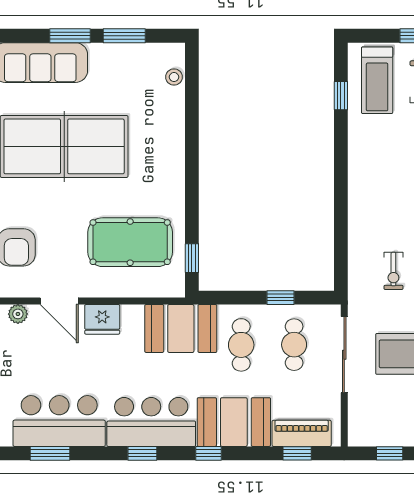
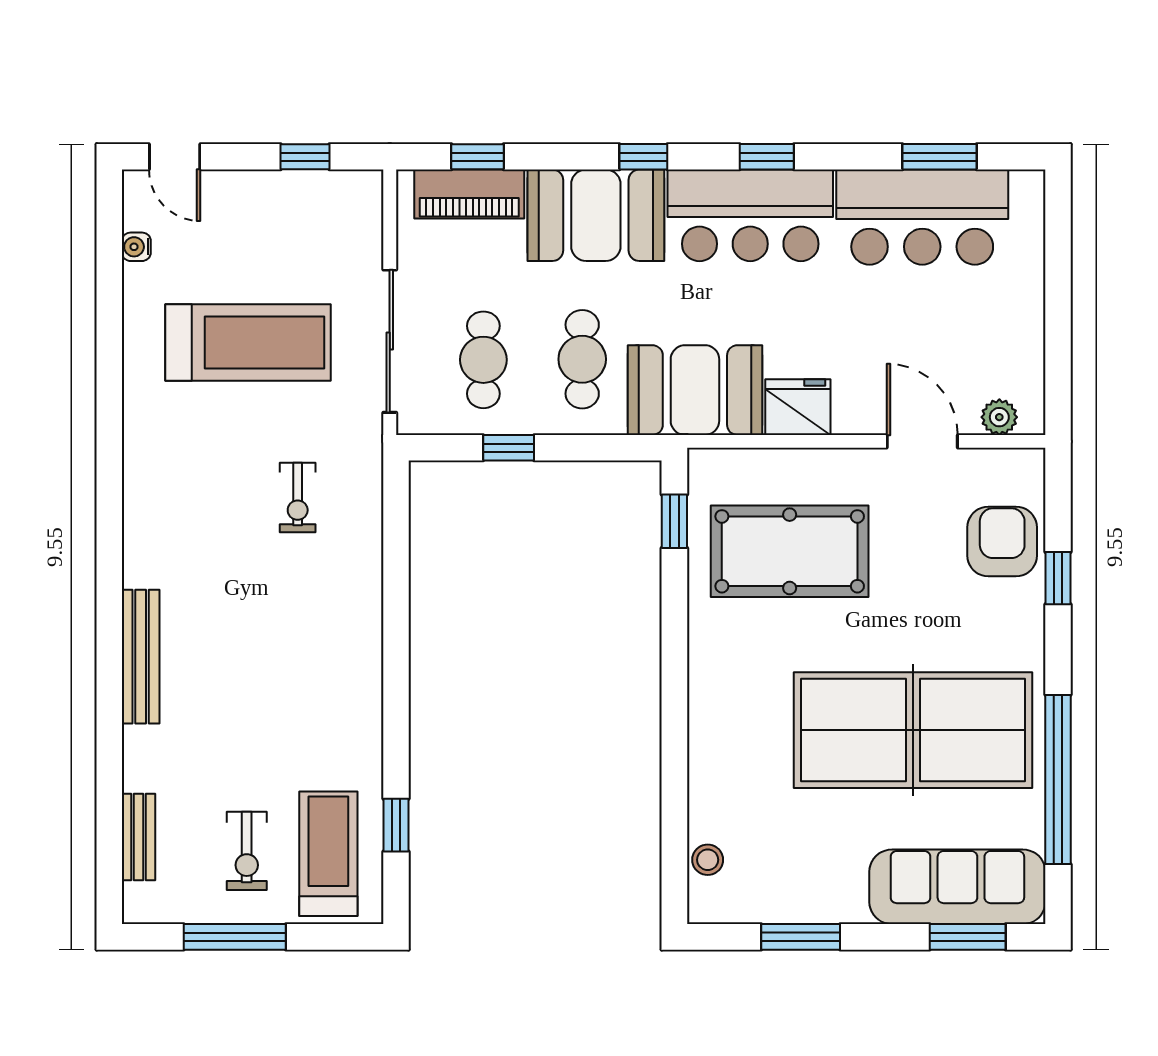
window: (70, 36) -> (968, 937), moved
exercise bike: (393, 271) -> (298, 498), turned 180
fridge: (102, 319) -> (798, 407), moved

